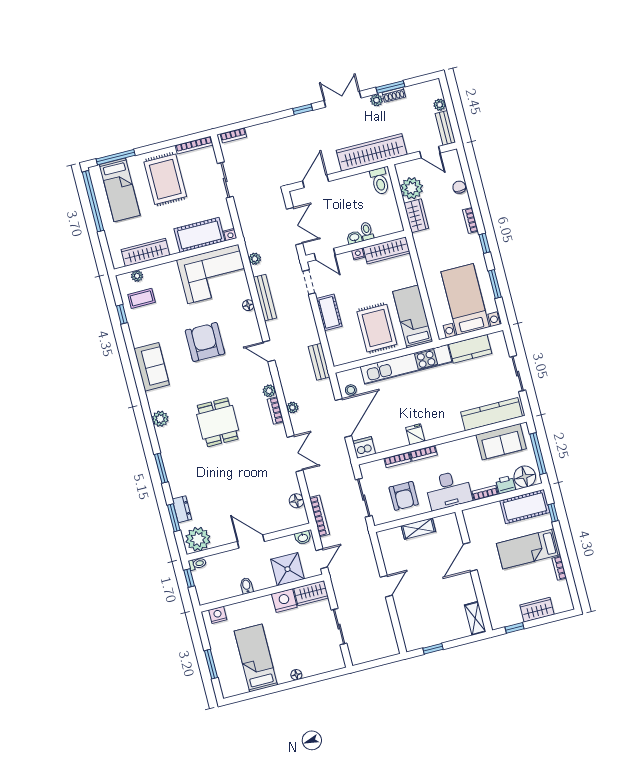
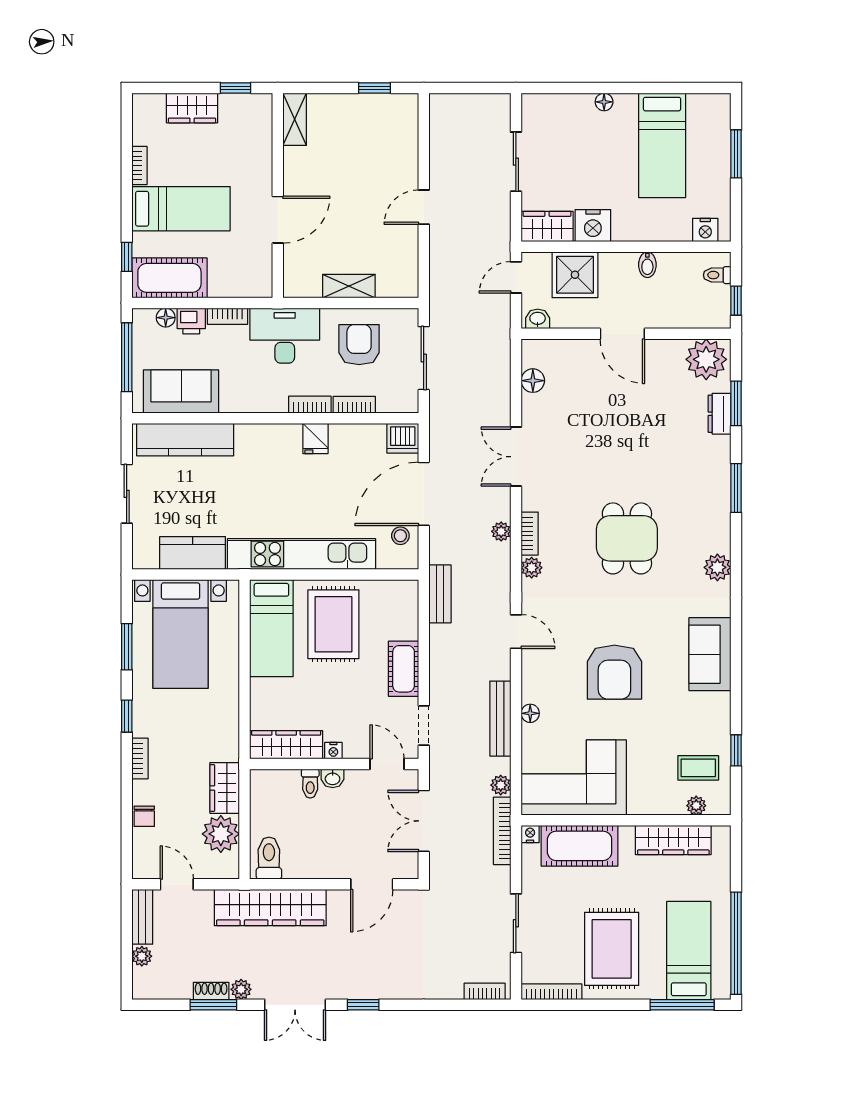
floor lamp: (525, 477) -> (166, 318), width x0.53, depth x0.53
bookcase: (319, 516) -> (502, 831), moved
toilet: (197, 564) -> (717, 275), moved

